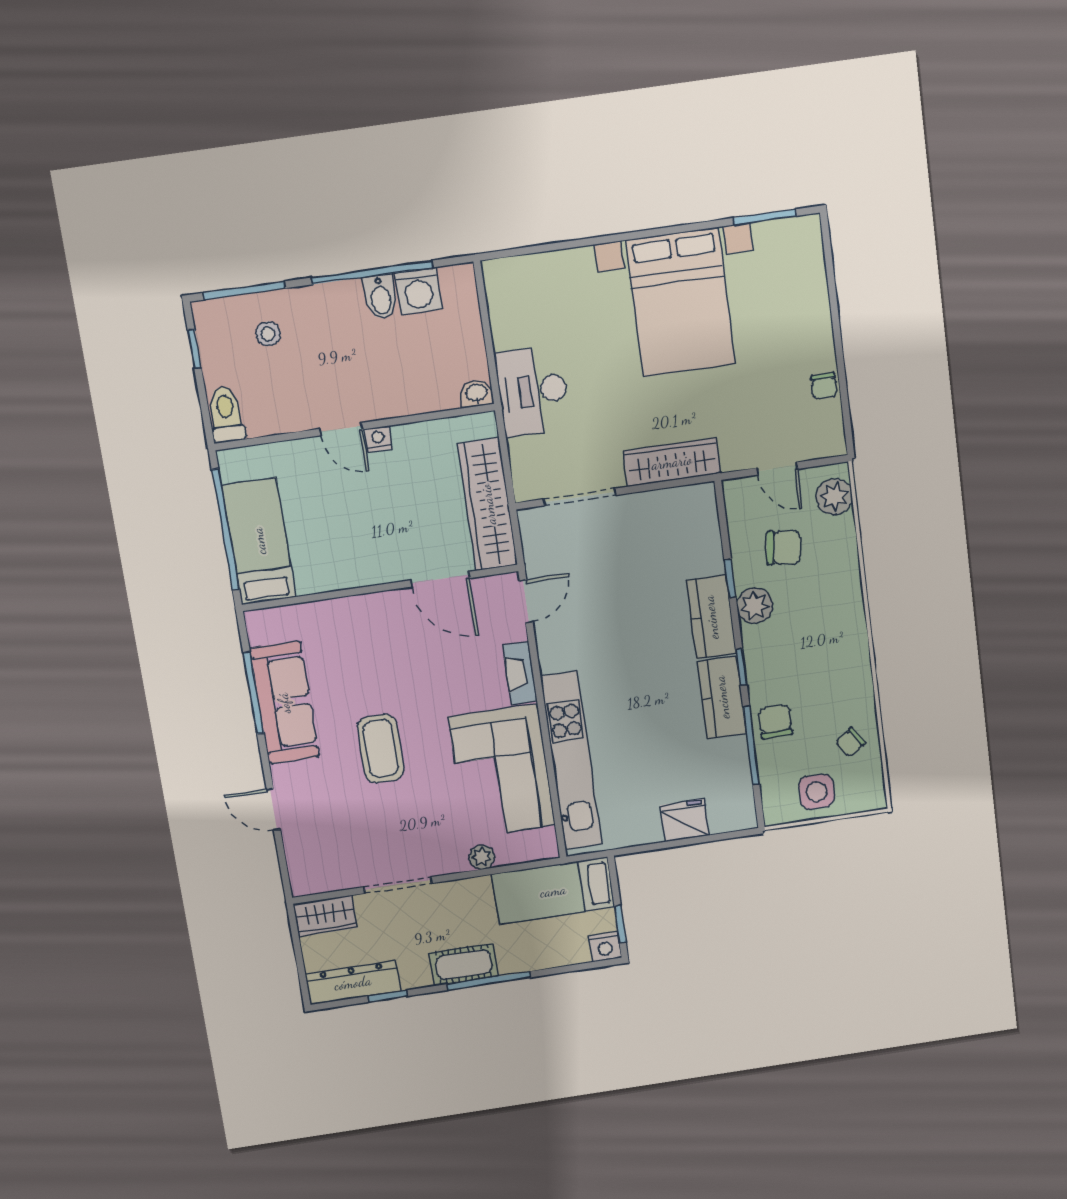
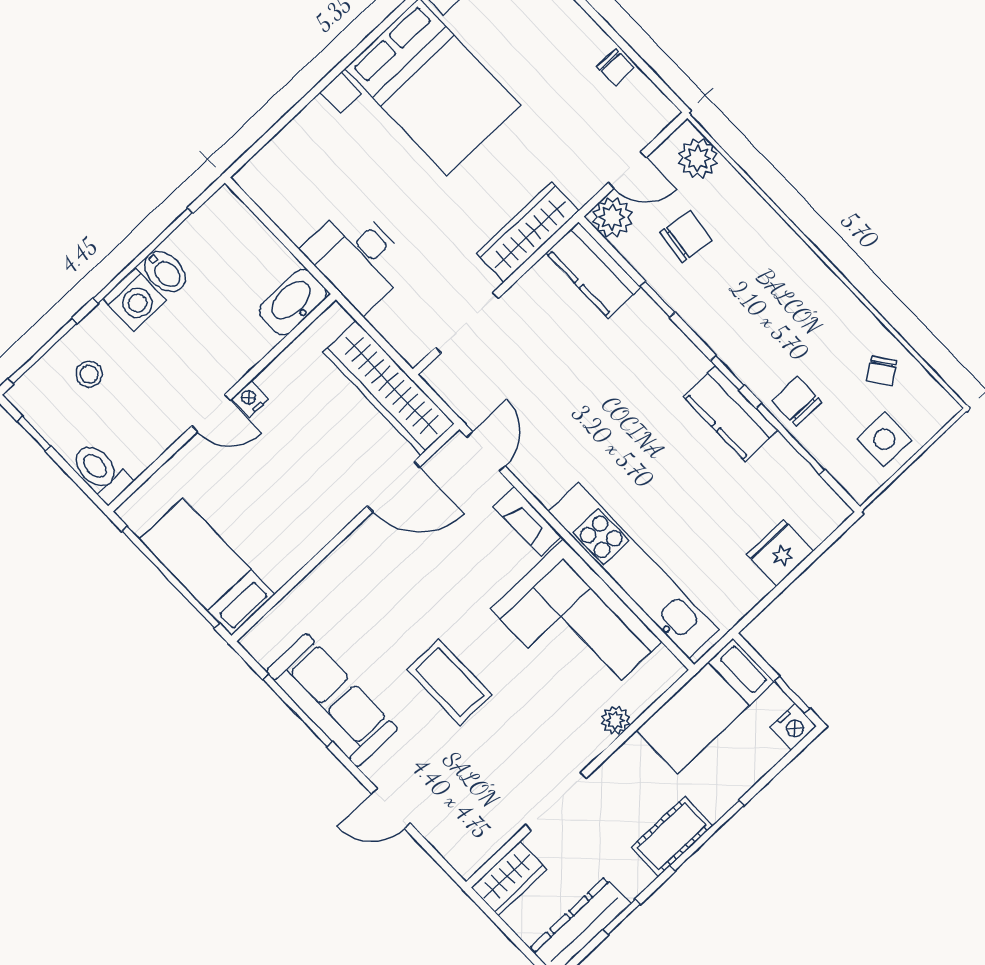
washing machine: (418, 291) -> (134, 300), moved
washbasin: (476, 393) -> (293, 302), width x1.91, depth x1.45
plant: (755, 606) -> (612, 217), moved
kitchen counter: (711, 617) -> (593, 270), moved

